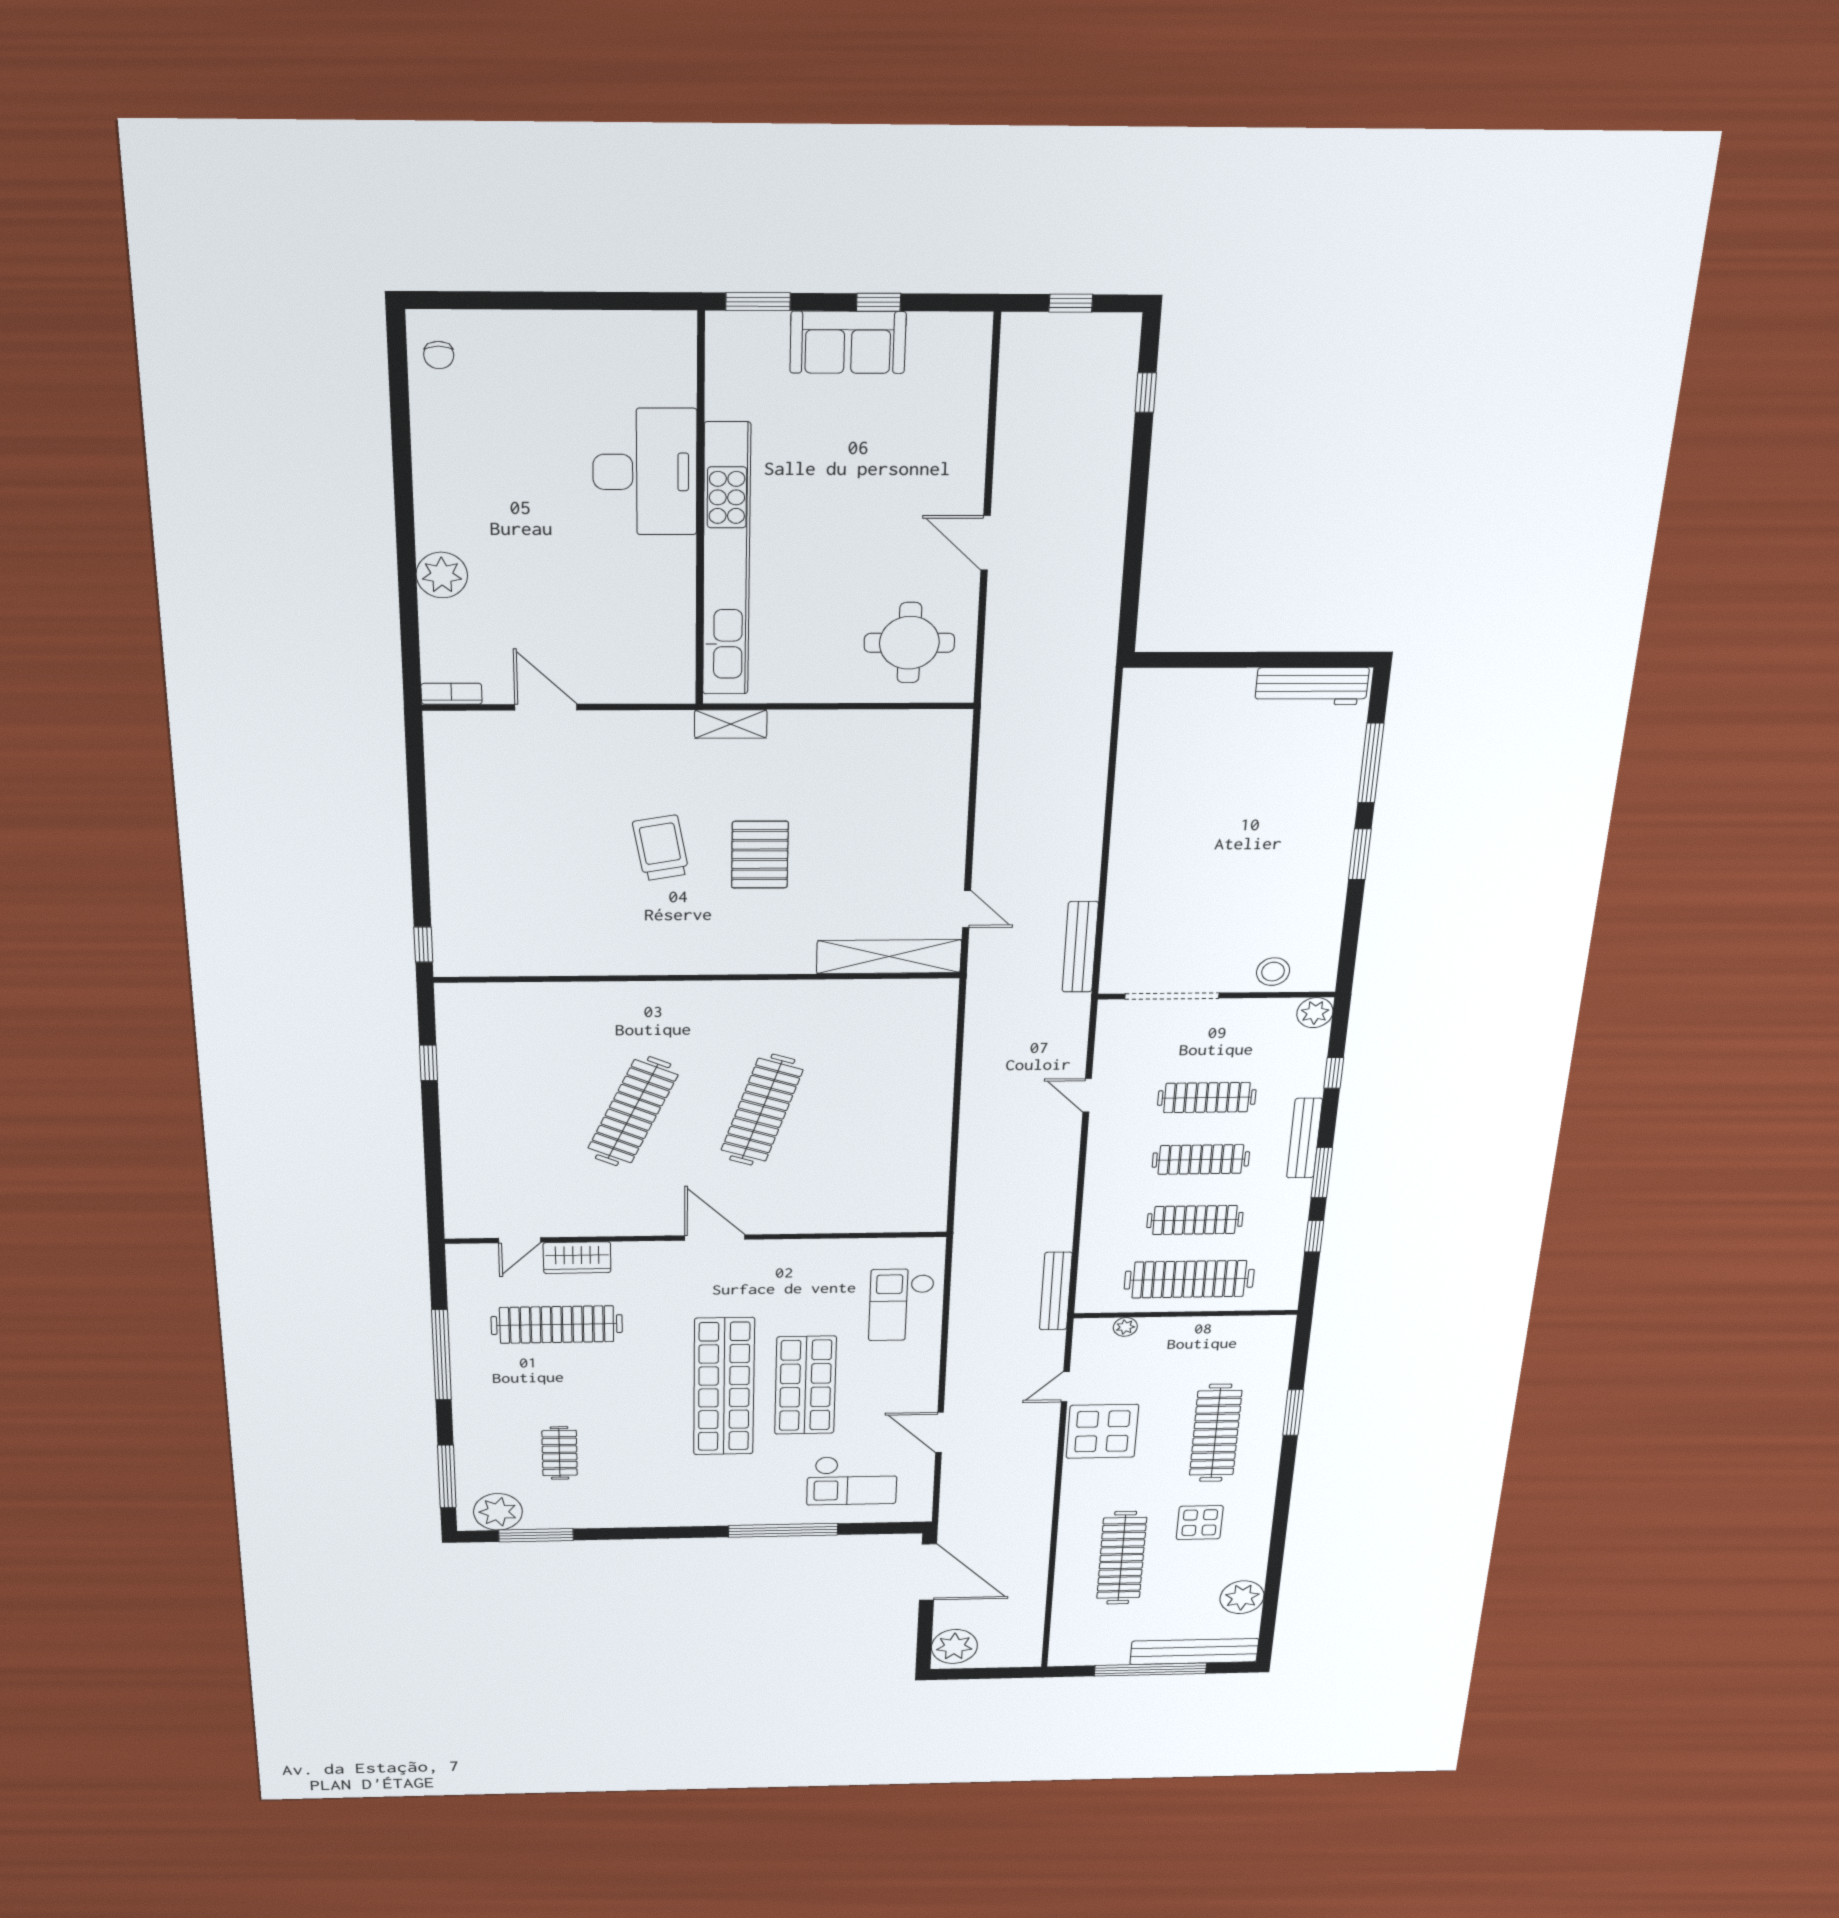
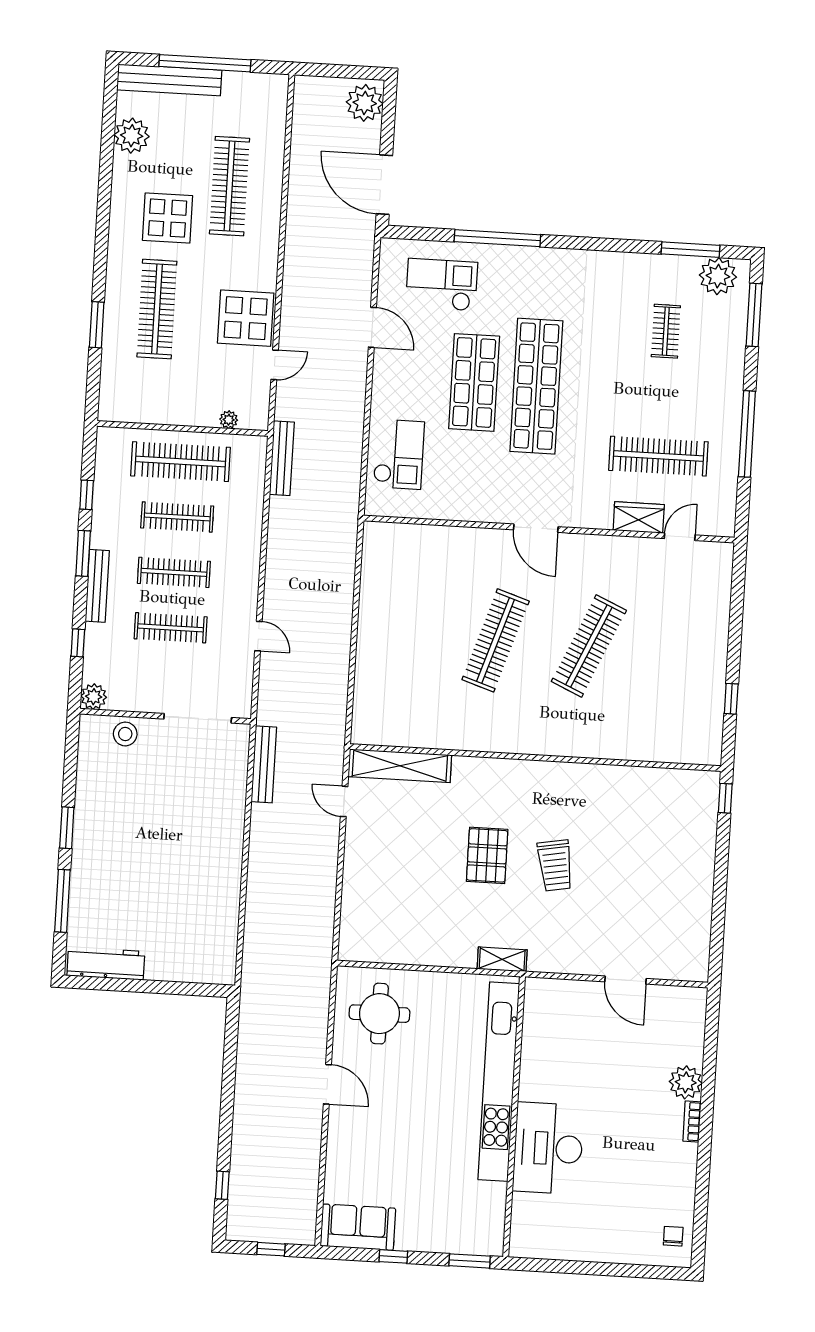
sofa: (848, 342) -> (358, 1227), moved
bookcase: (452, 694) -> (692, 1121), moved, turned 90
display table: (1200, 1523) -> (168, 218), width x1.36, depth x1.36

